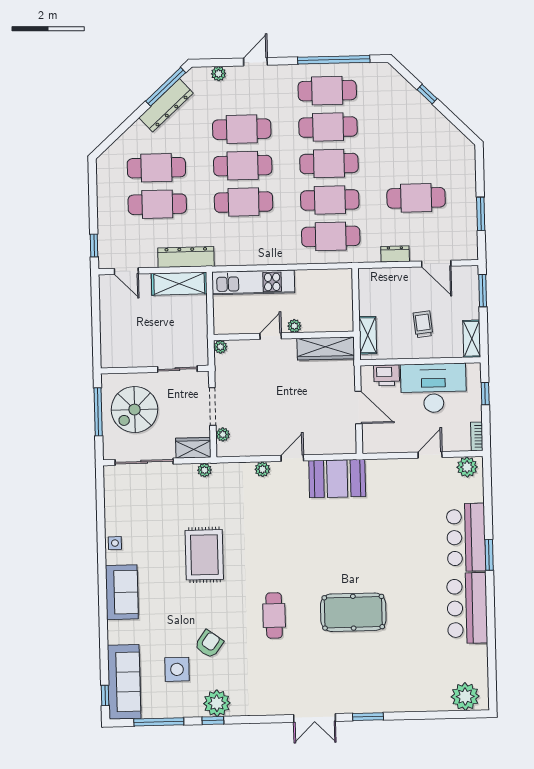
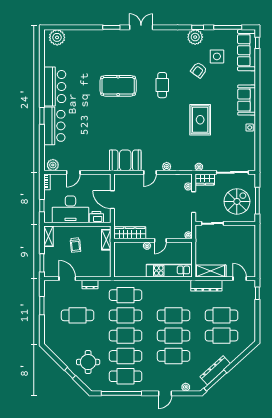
round table: (395, 114) -> (88, 362), added

